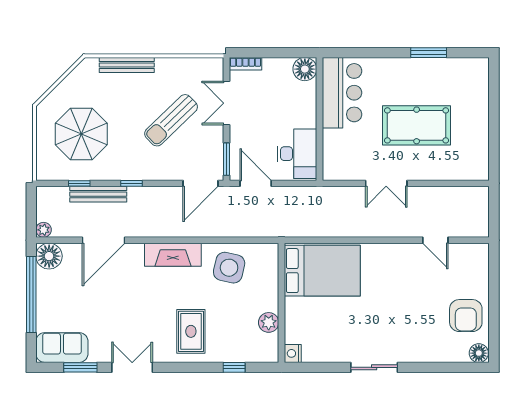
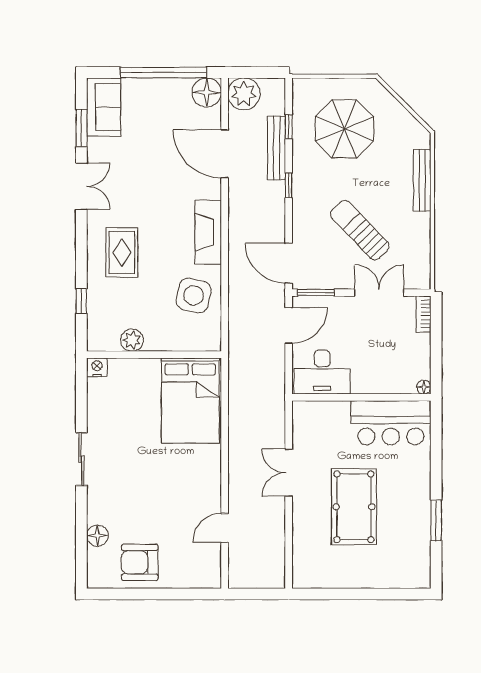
floor lamp: (305, 69) -> (424, 387), width x0.53, depth x0.53
plant: (44, 230) -> (244, 94), width x1.88, depth x1.88
rug: (191, 331) -> (122, 252), turned 90
floor lamp: (479, 353) -> (97, 536), moved

